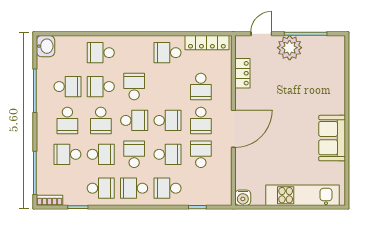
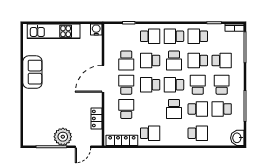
school desk: (134, 188) -> (174, 36), turned 180

